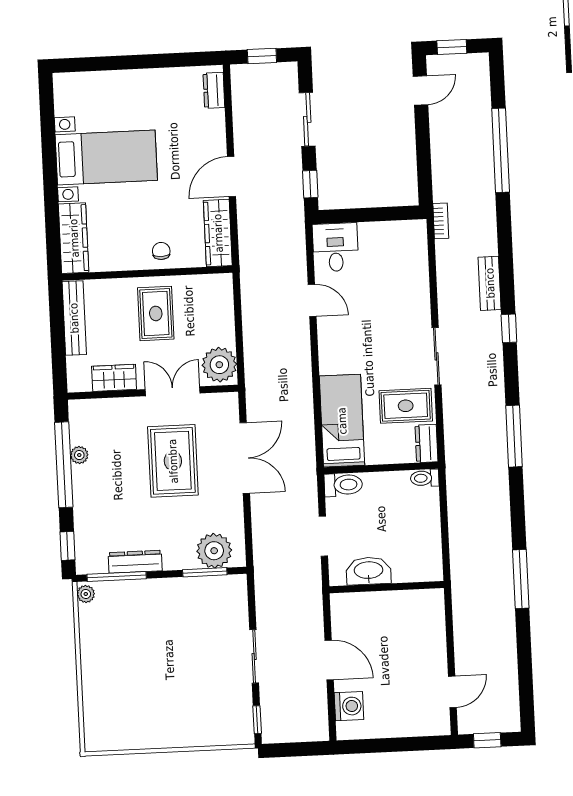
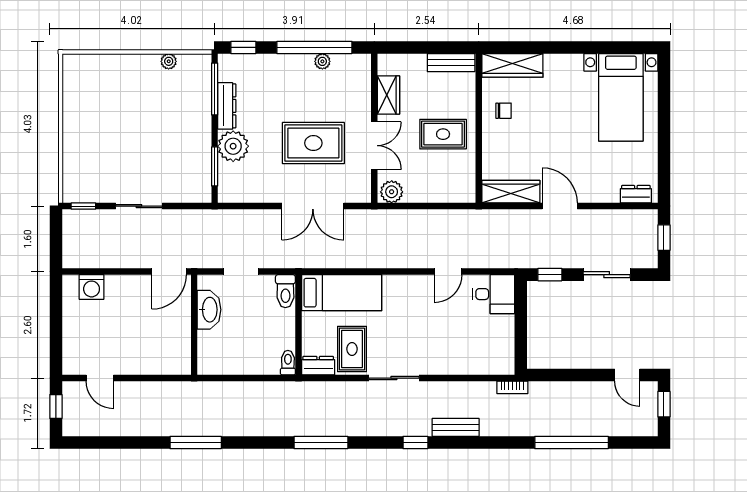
bed with nightstands: (106, 157) -> (621, 97), moved
chair: (161, 251) -> (504, 111), moved
bench: (74, 318) -> (451, 63), width x0.73
plant: (219, 365) -> (392, 192), width x0.73, depth x0.73
plant: (214, 551) -> (233, 146), moved
plant: (86, 594) -> (169, 61), moved
door: (329, 660) -> (169, 272), moved

